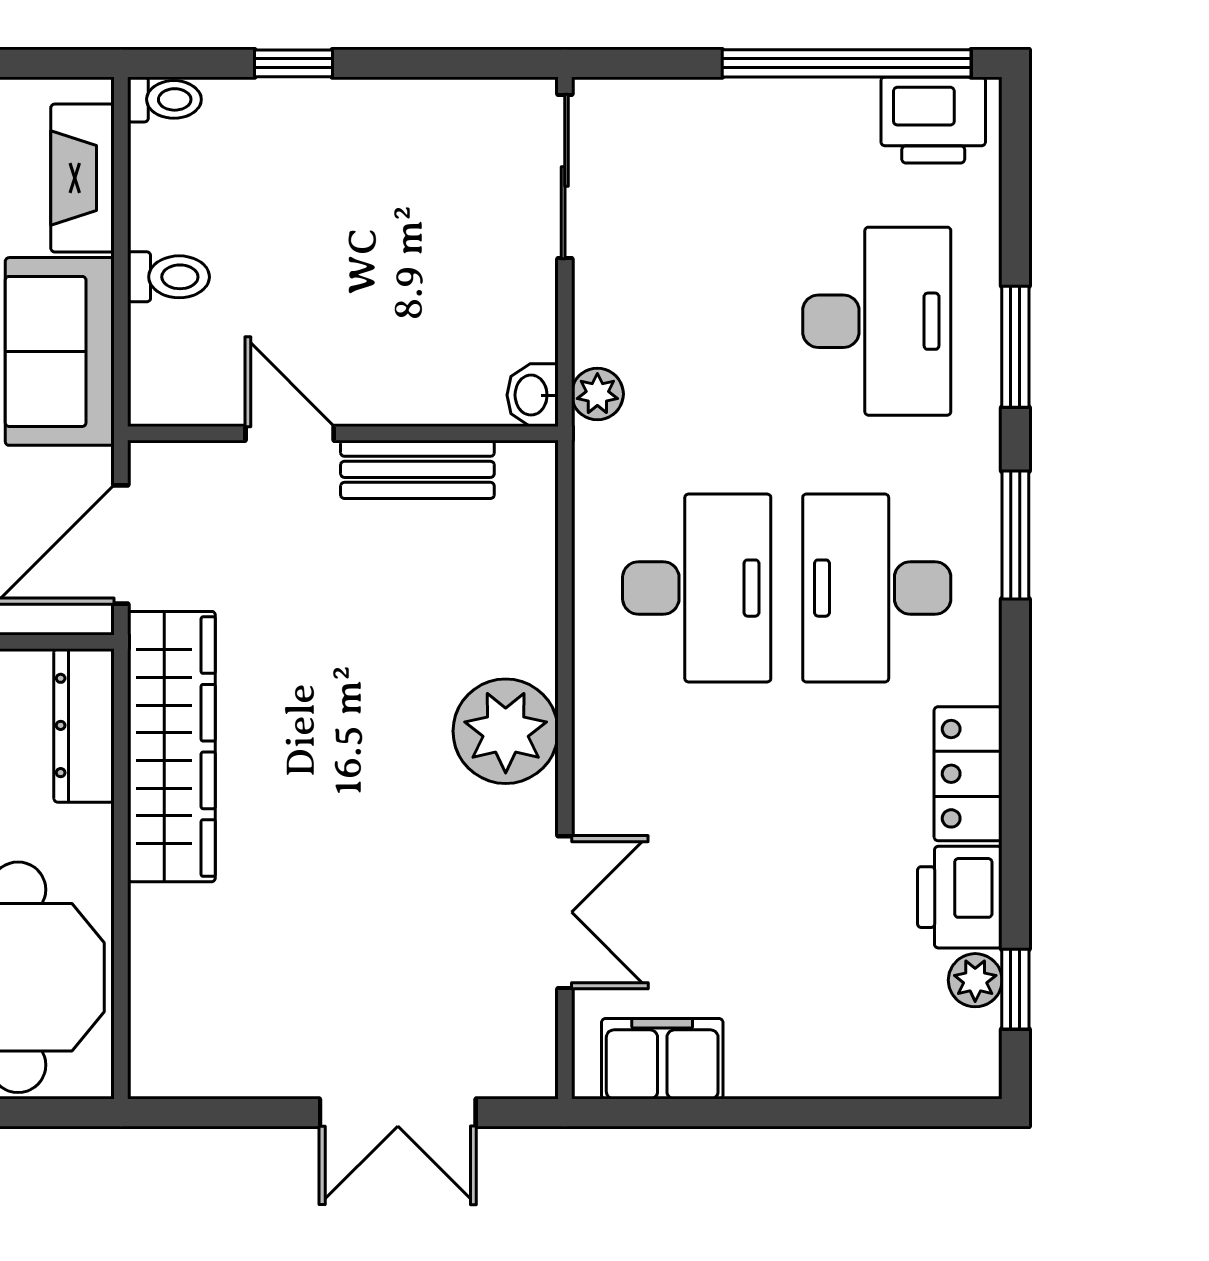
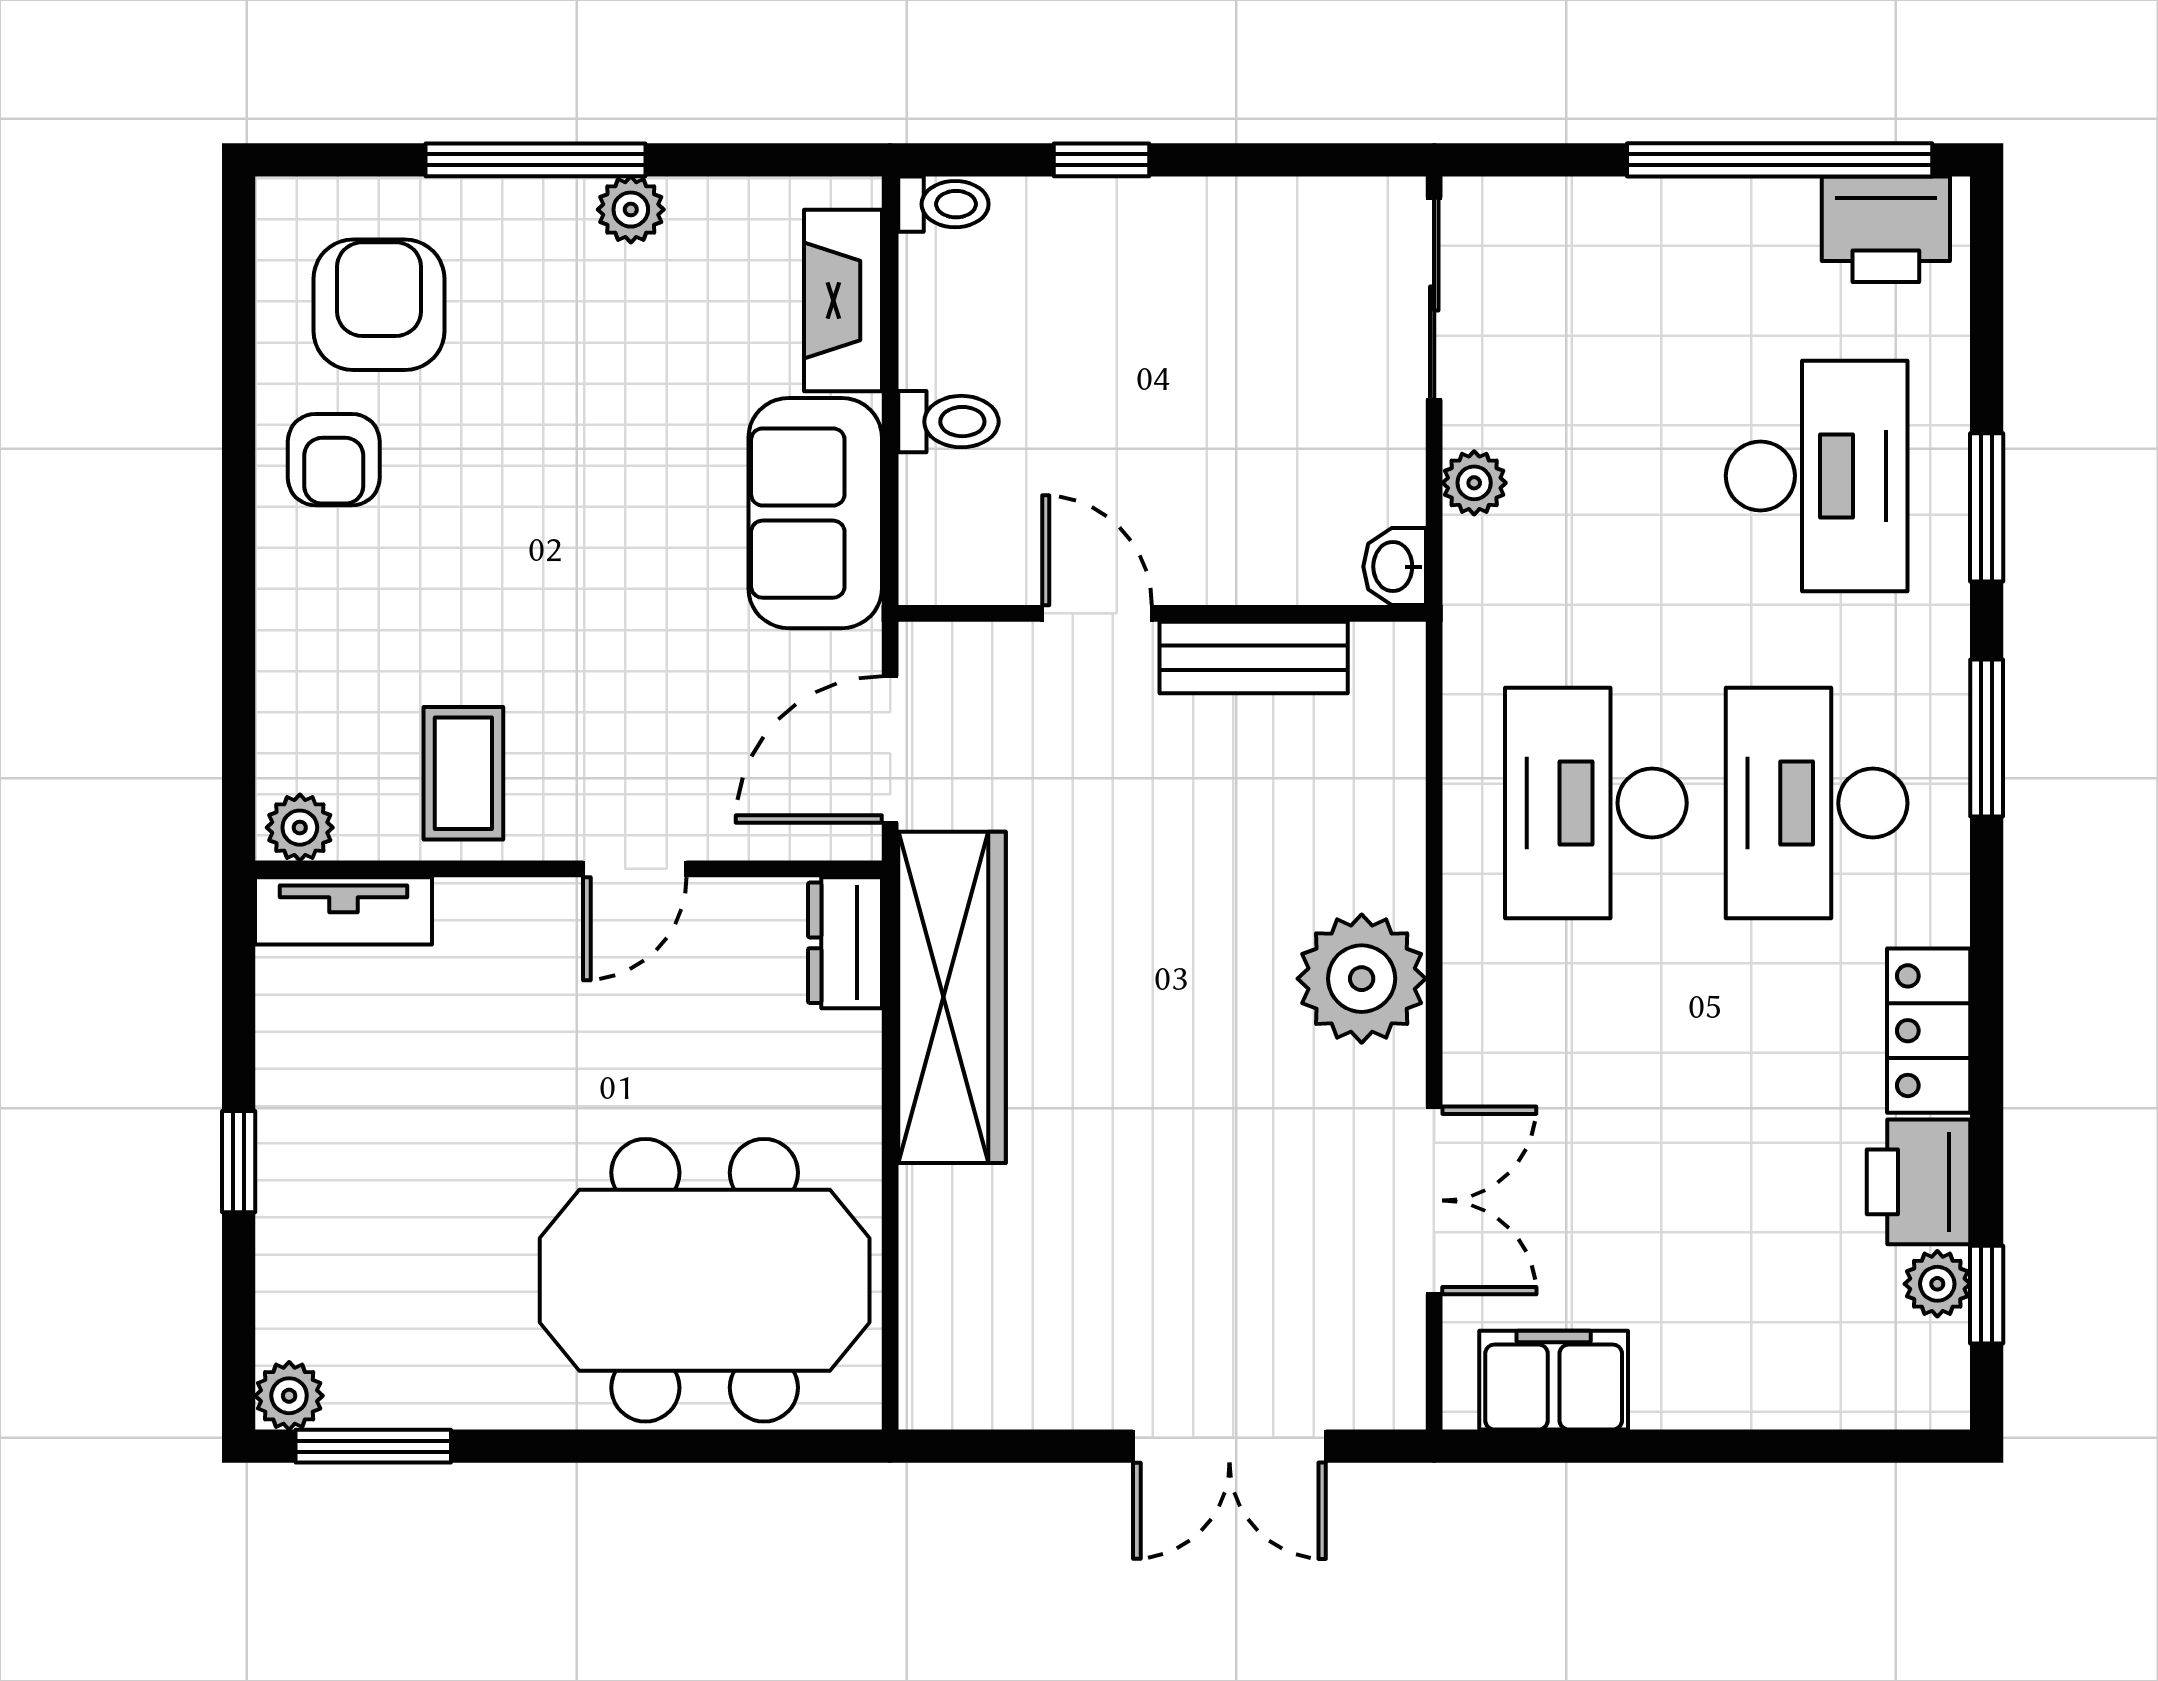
plant: (597, 394) -> (1474, 483), moved
desk: (697, 588) -> (1596, 803), turned 180
dresser: (84, 725) -> (845, 943), width x0.70

